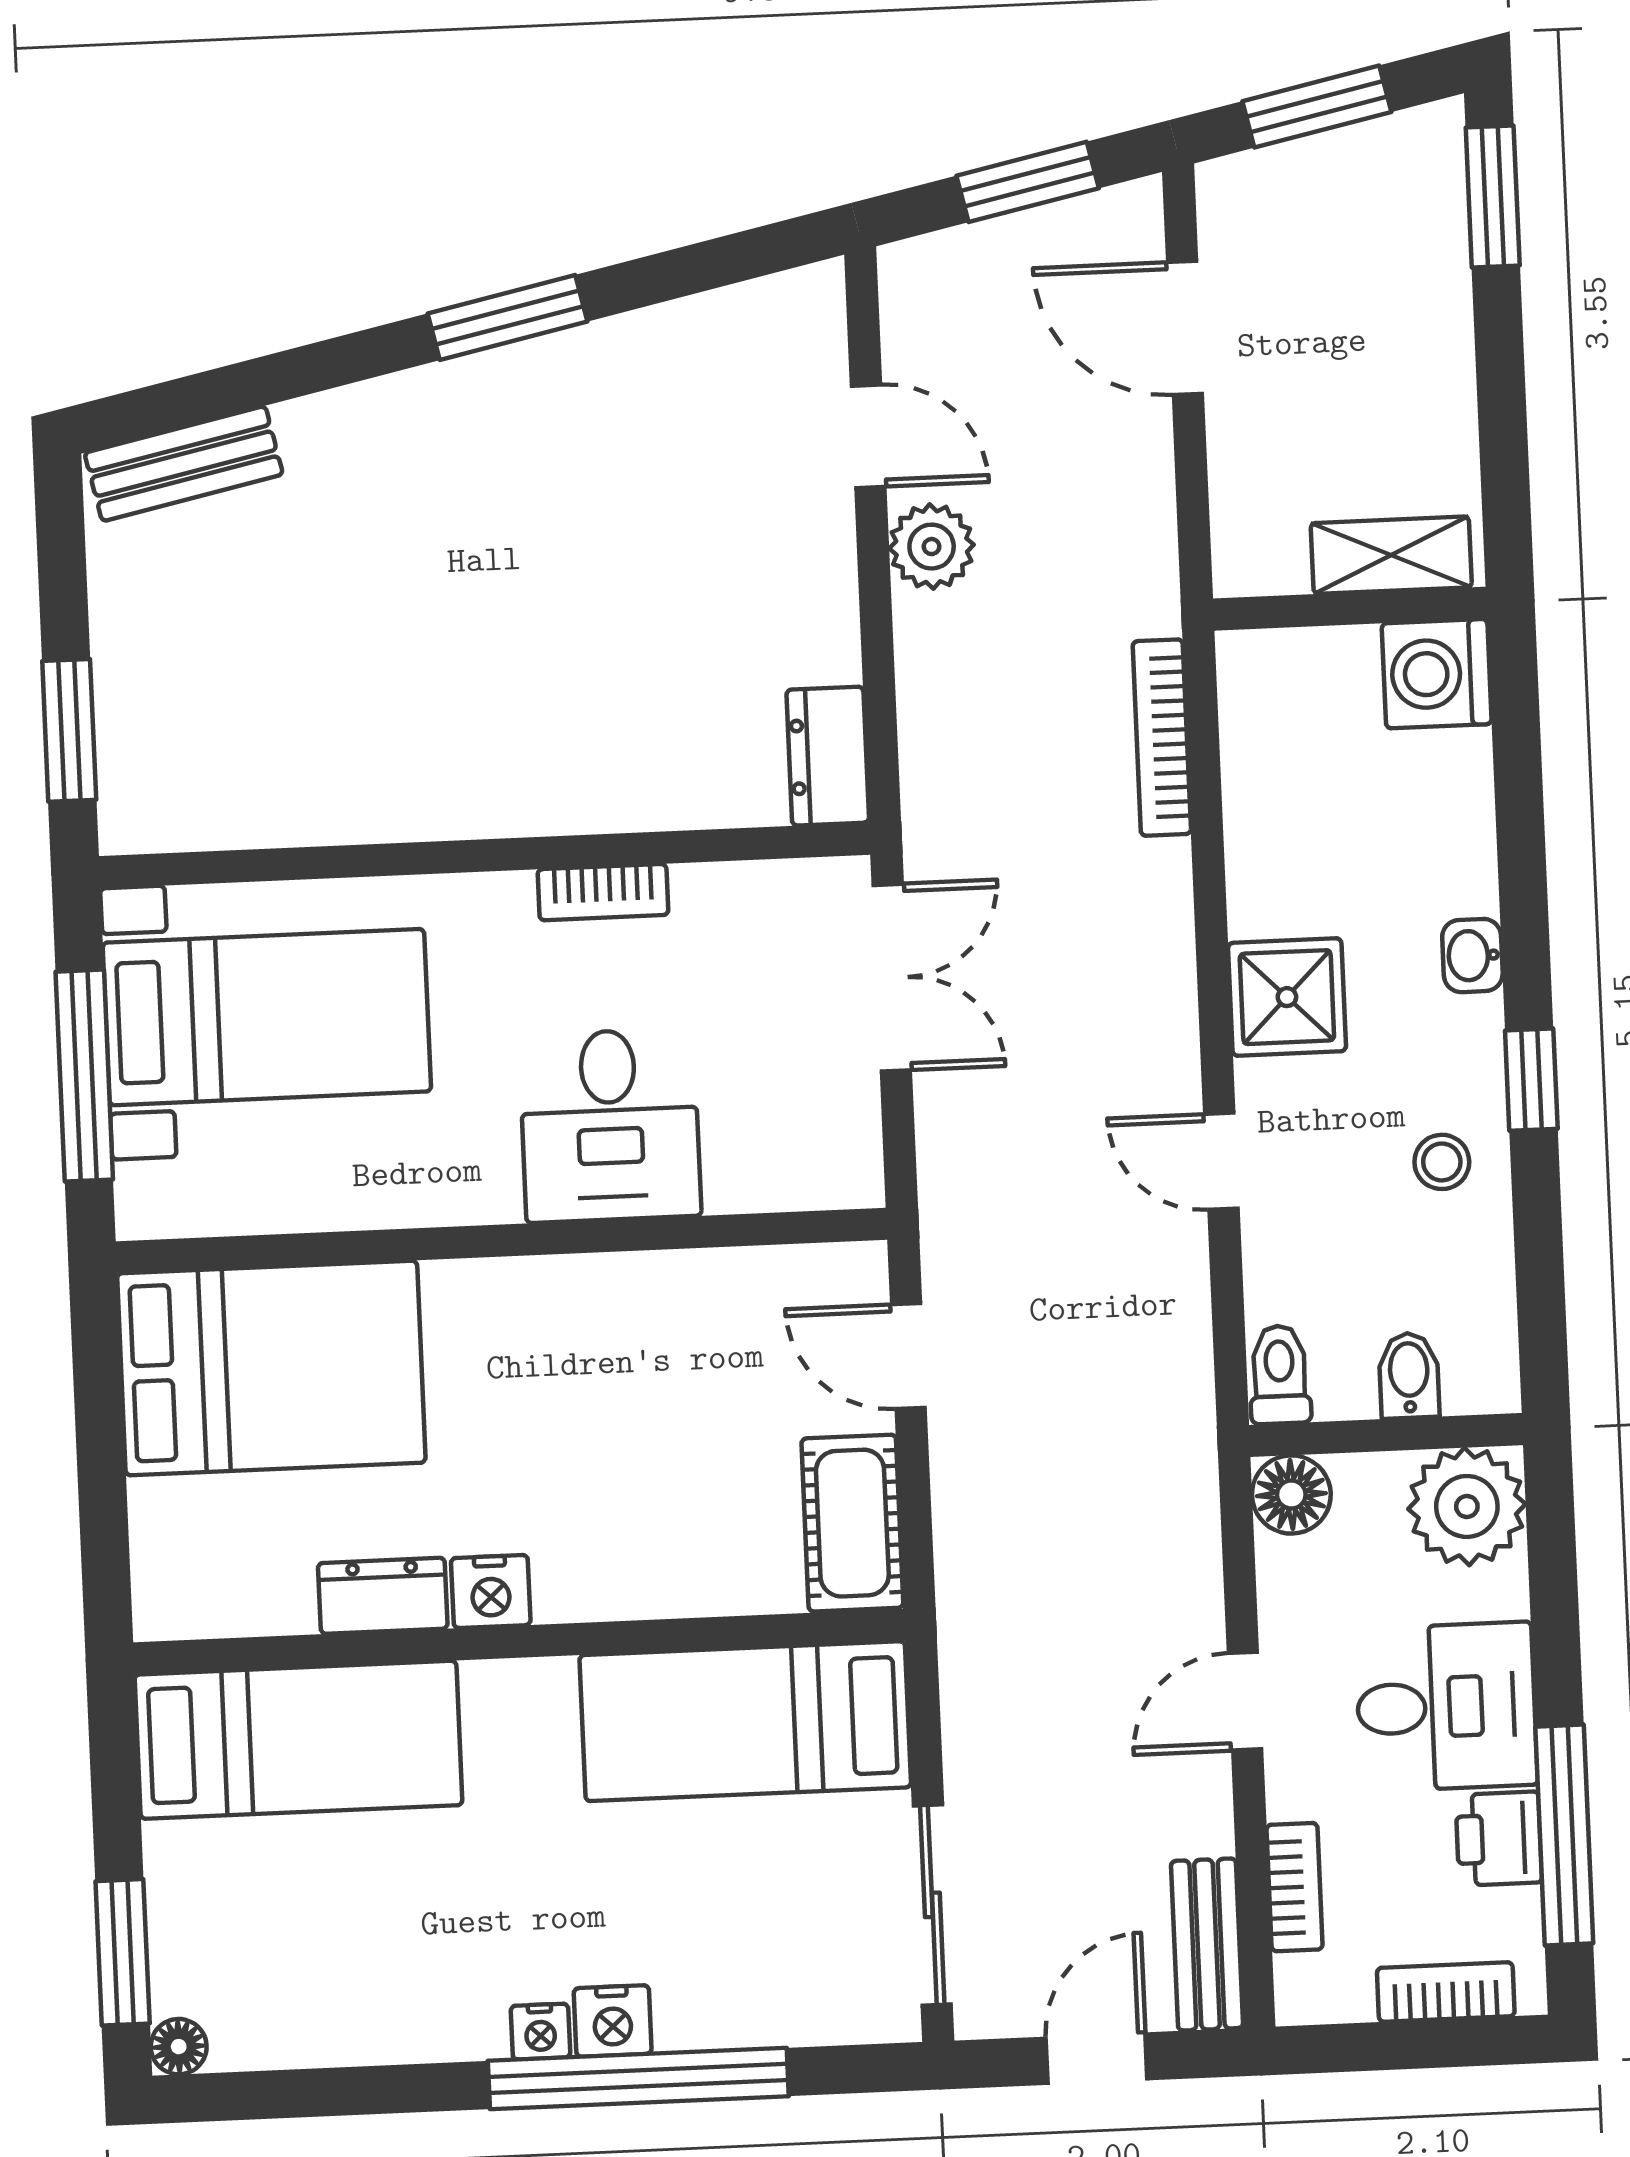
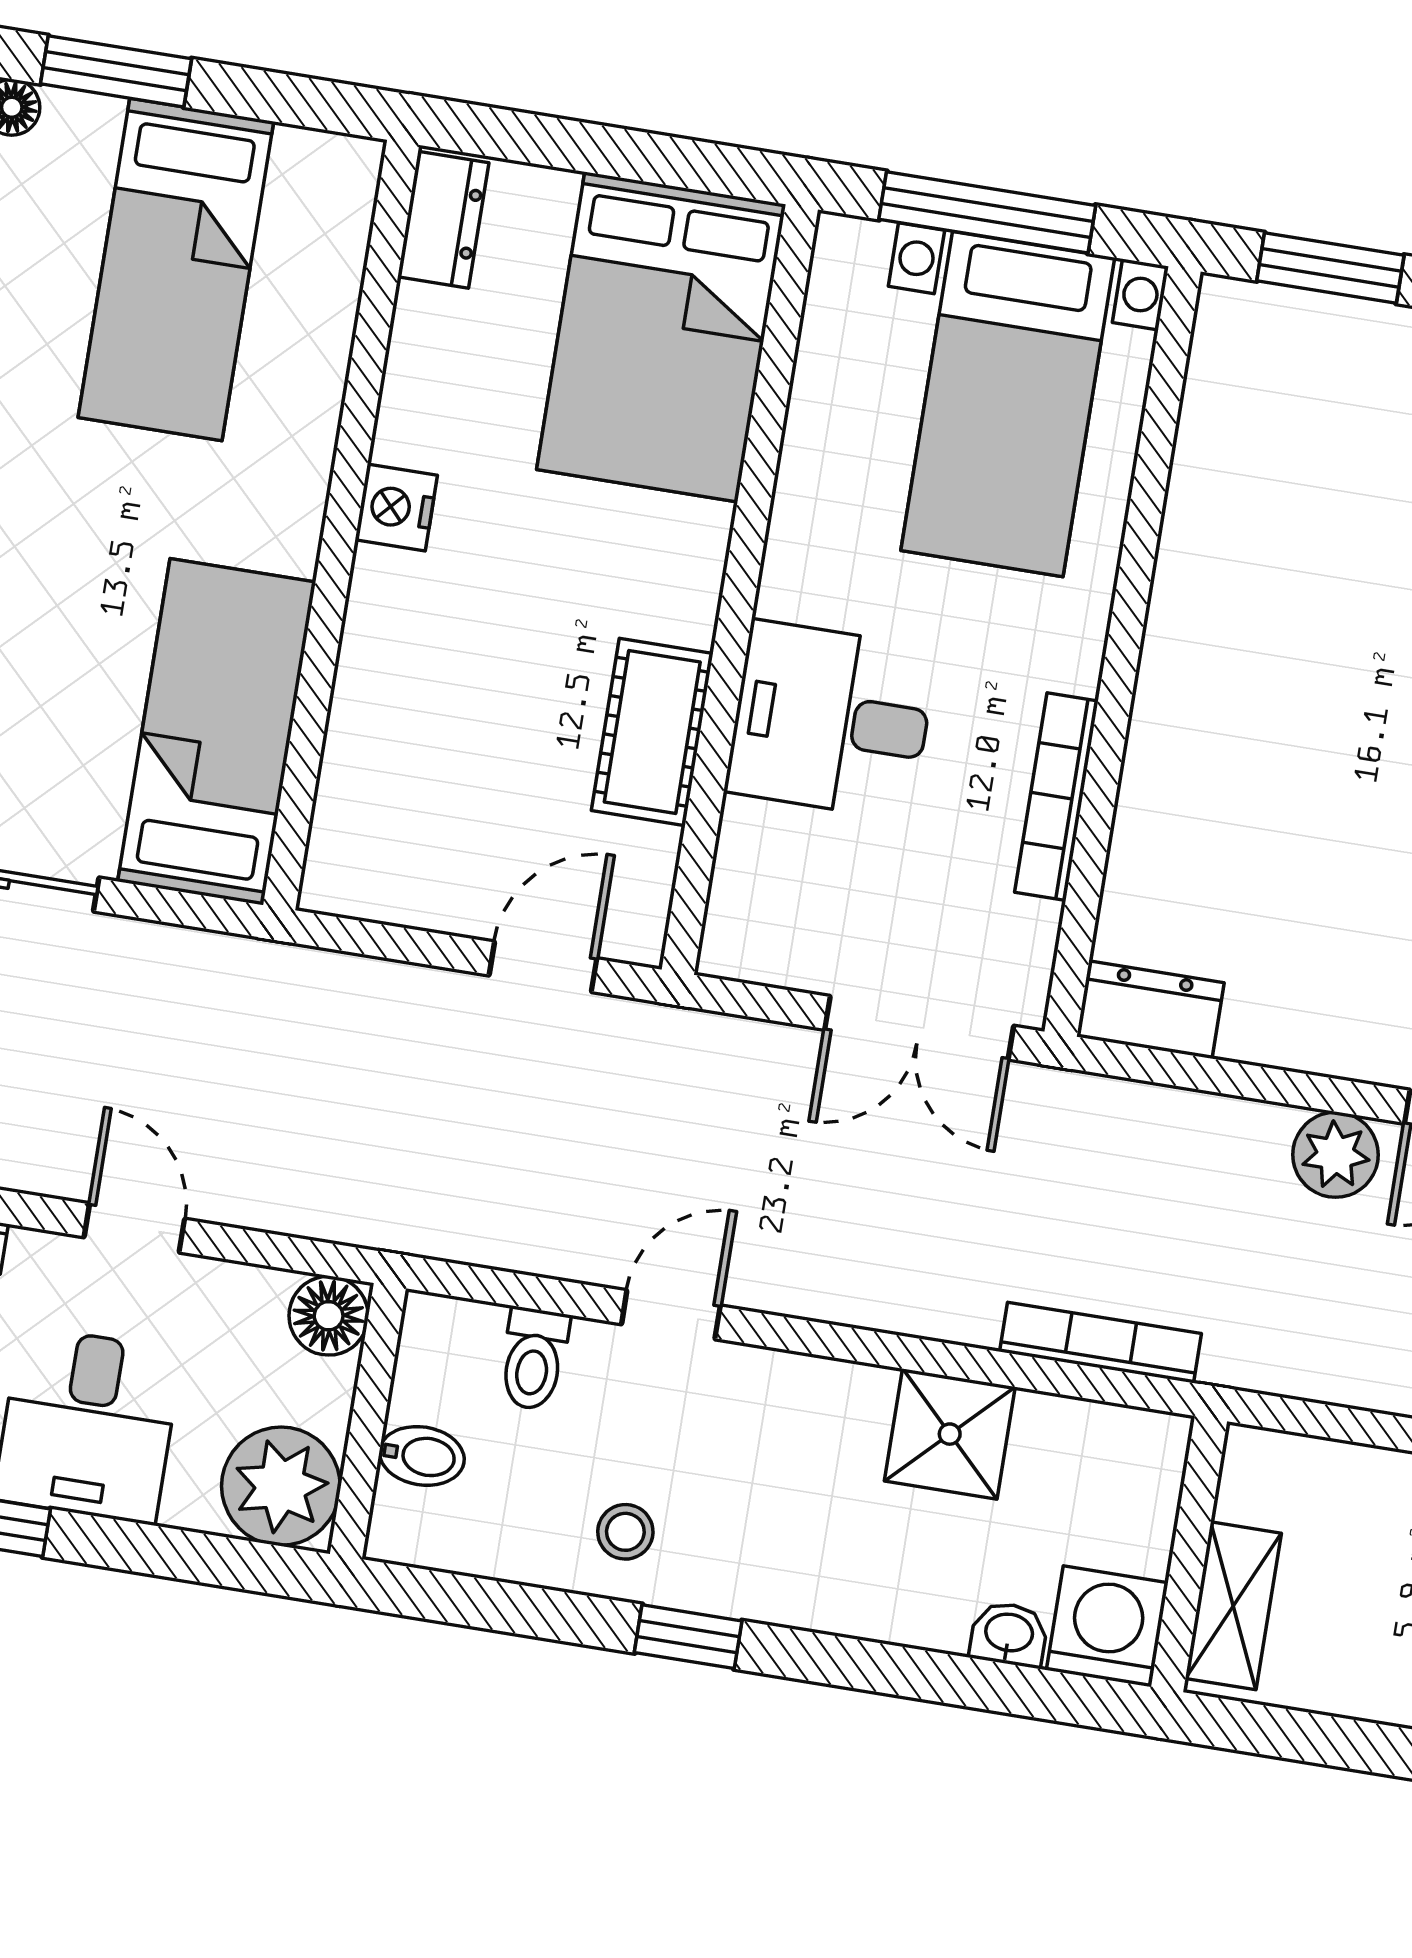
bookcase: (603, 892) -> (1056, 797), width x1.56
washbasin: (1472, 956) -> (1009, 1634), moved
shower: (1287, 997) -> (950, 1434), moved
toilet: (1280, 1375) -> (534, 1359), moved, turned 90
cot: (852, 1523) -> (652, 732), moved, turned 90
dresser: (383, 1596) -> (443, 220), moved
bed: (298, 1740) -> (176, 270), moved

